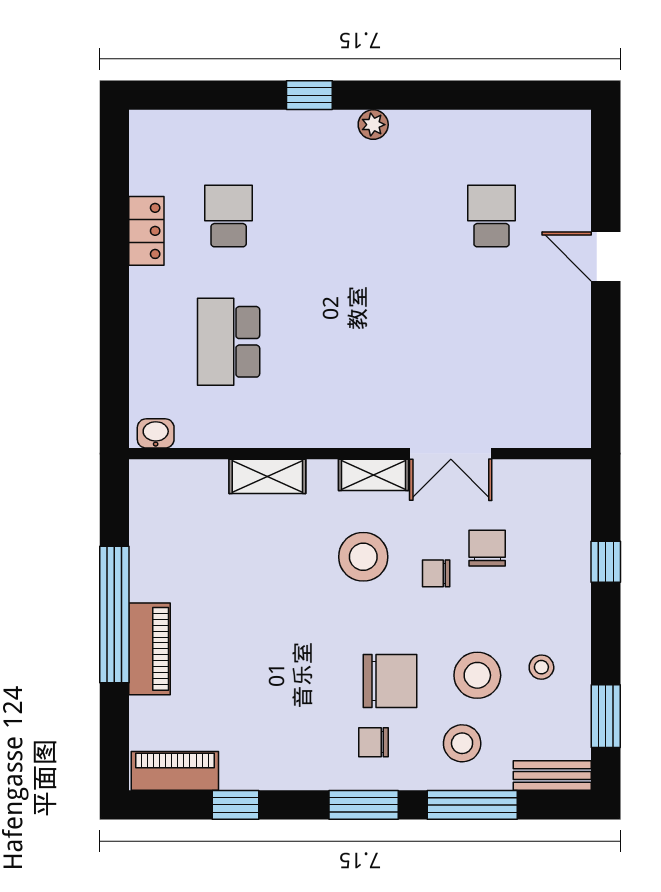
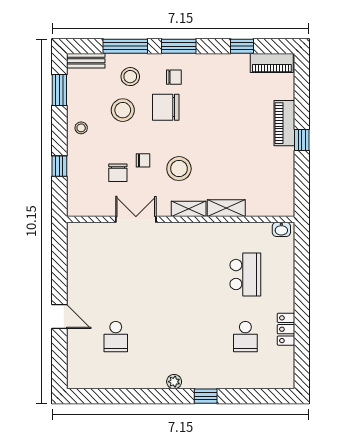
shelving: (374, 475) -> (189, 209), moved
window: (114, 614) -> (302, 140), width x0.32
stool: (541, 667) -> (81, 128), moved

